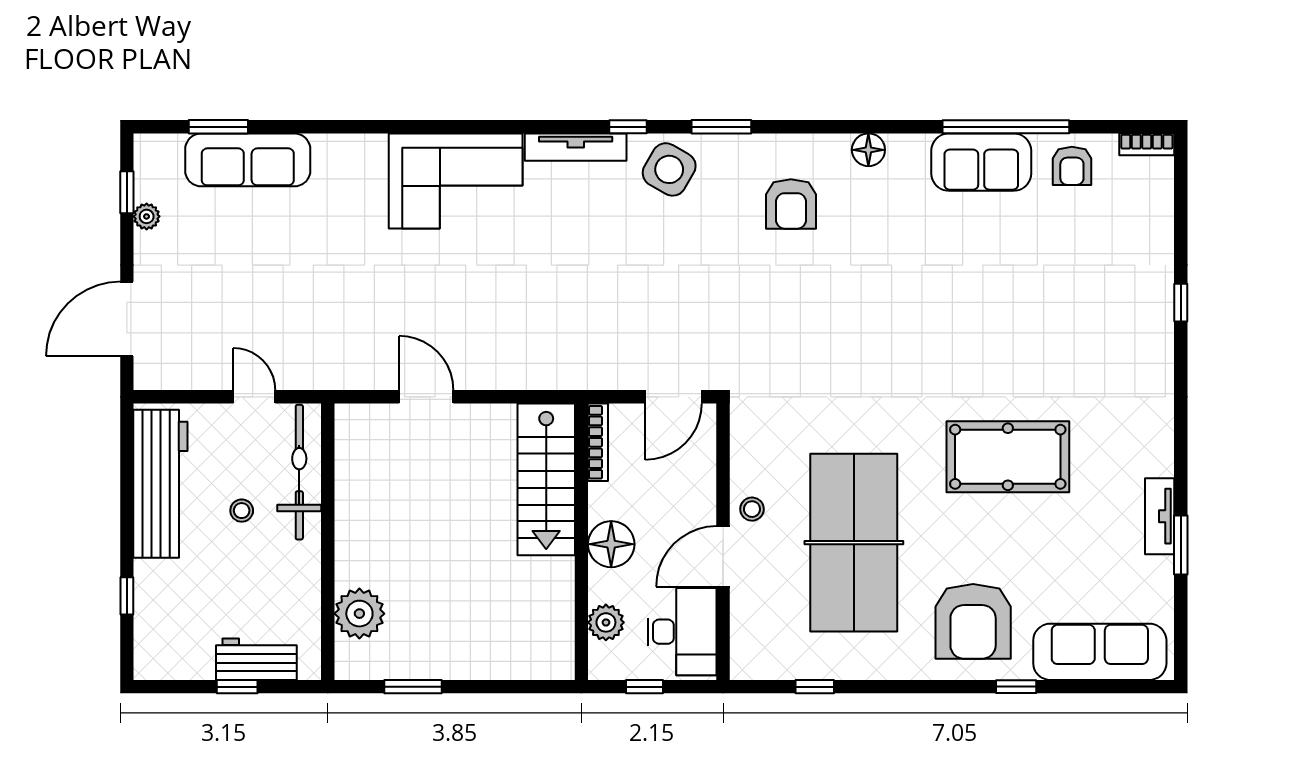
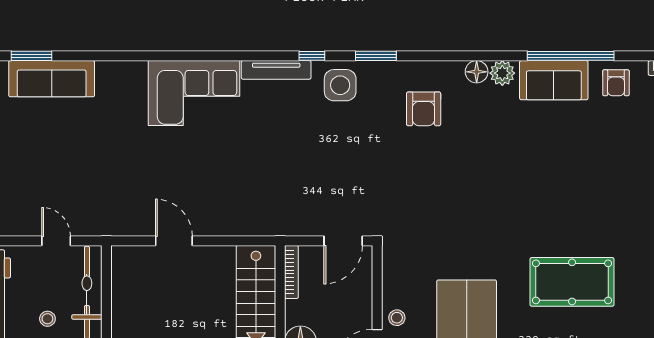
plant: (906, 152) -> (502, 73), added
side table: (669, 169) -> (340, 85), turned -30

